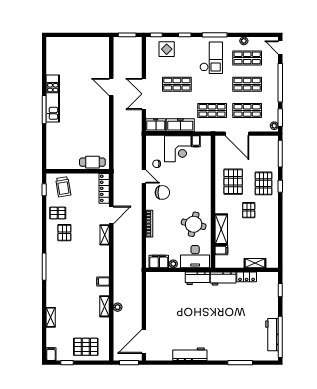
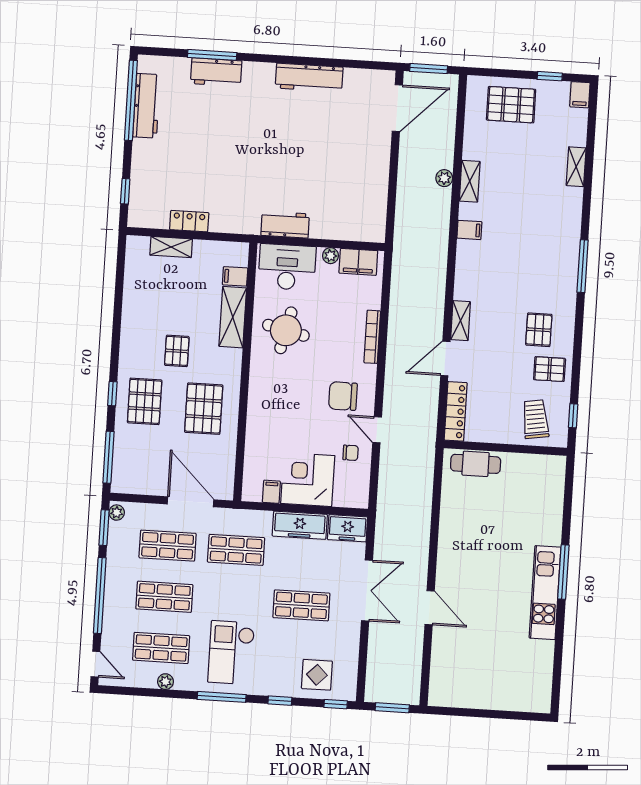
workbench: (223, 279) -> (216, 72), moved, turned 180

